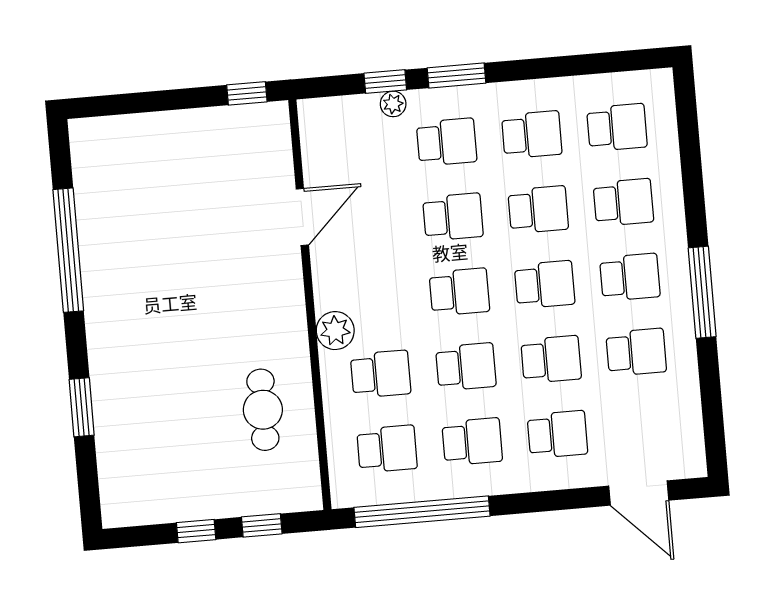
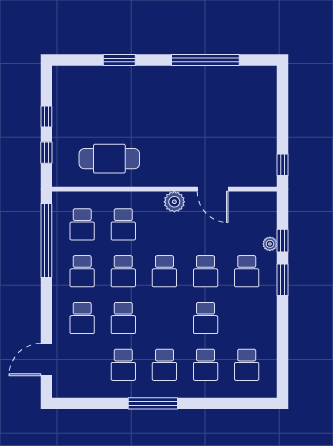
school desk: (532, 135) -> (247, 318), removed
school desk: (545, 285) -> (164, 318), removed
plant: (335, 331) -> (174, 202), moved
cafe table: (263, 410) -> (109, 159), width x1.37, depth x1.35

